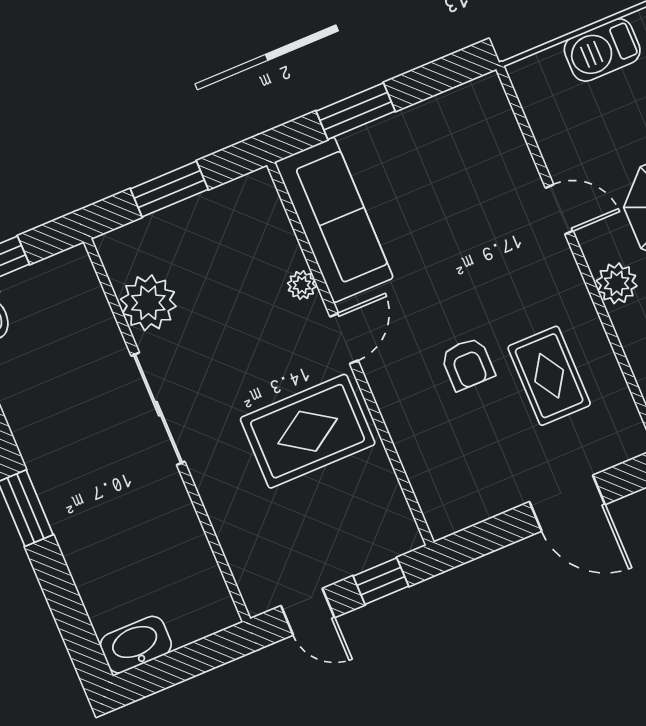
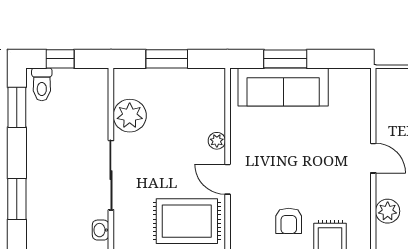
sofa: (334, 220) -> (283, 87), moved, turned 90
door: (344, 338) -> (228, 179), swing flipped
washbasin: (178, 502) -> (101, 230), added

